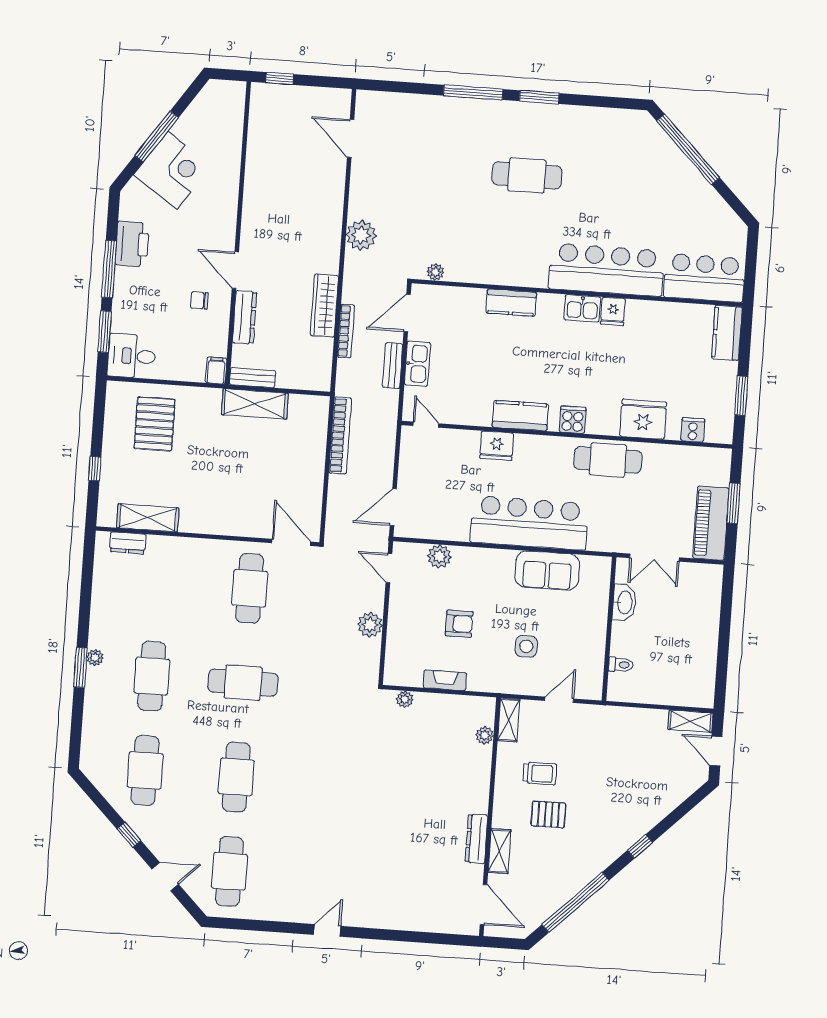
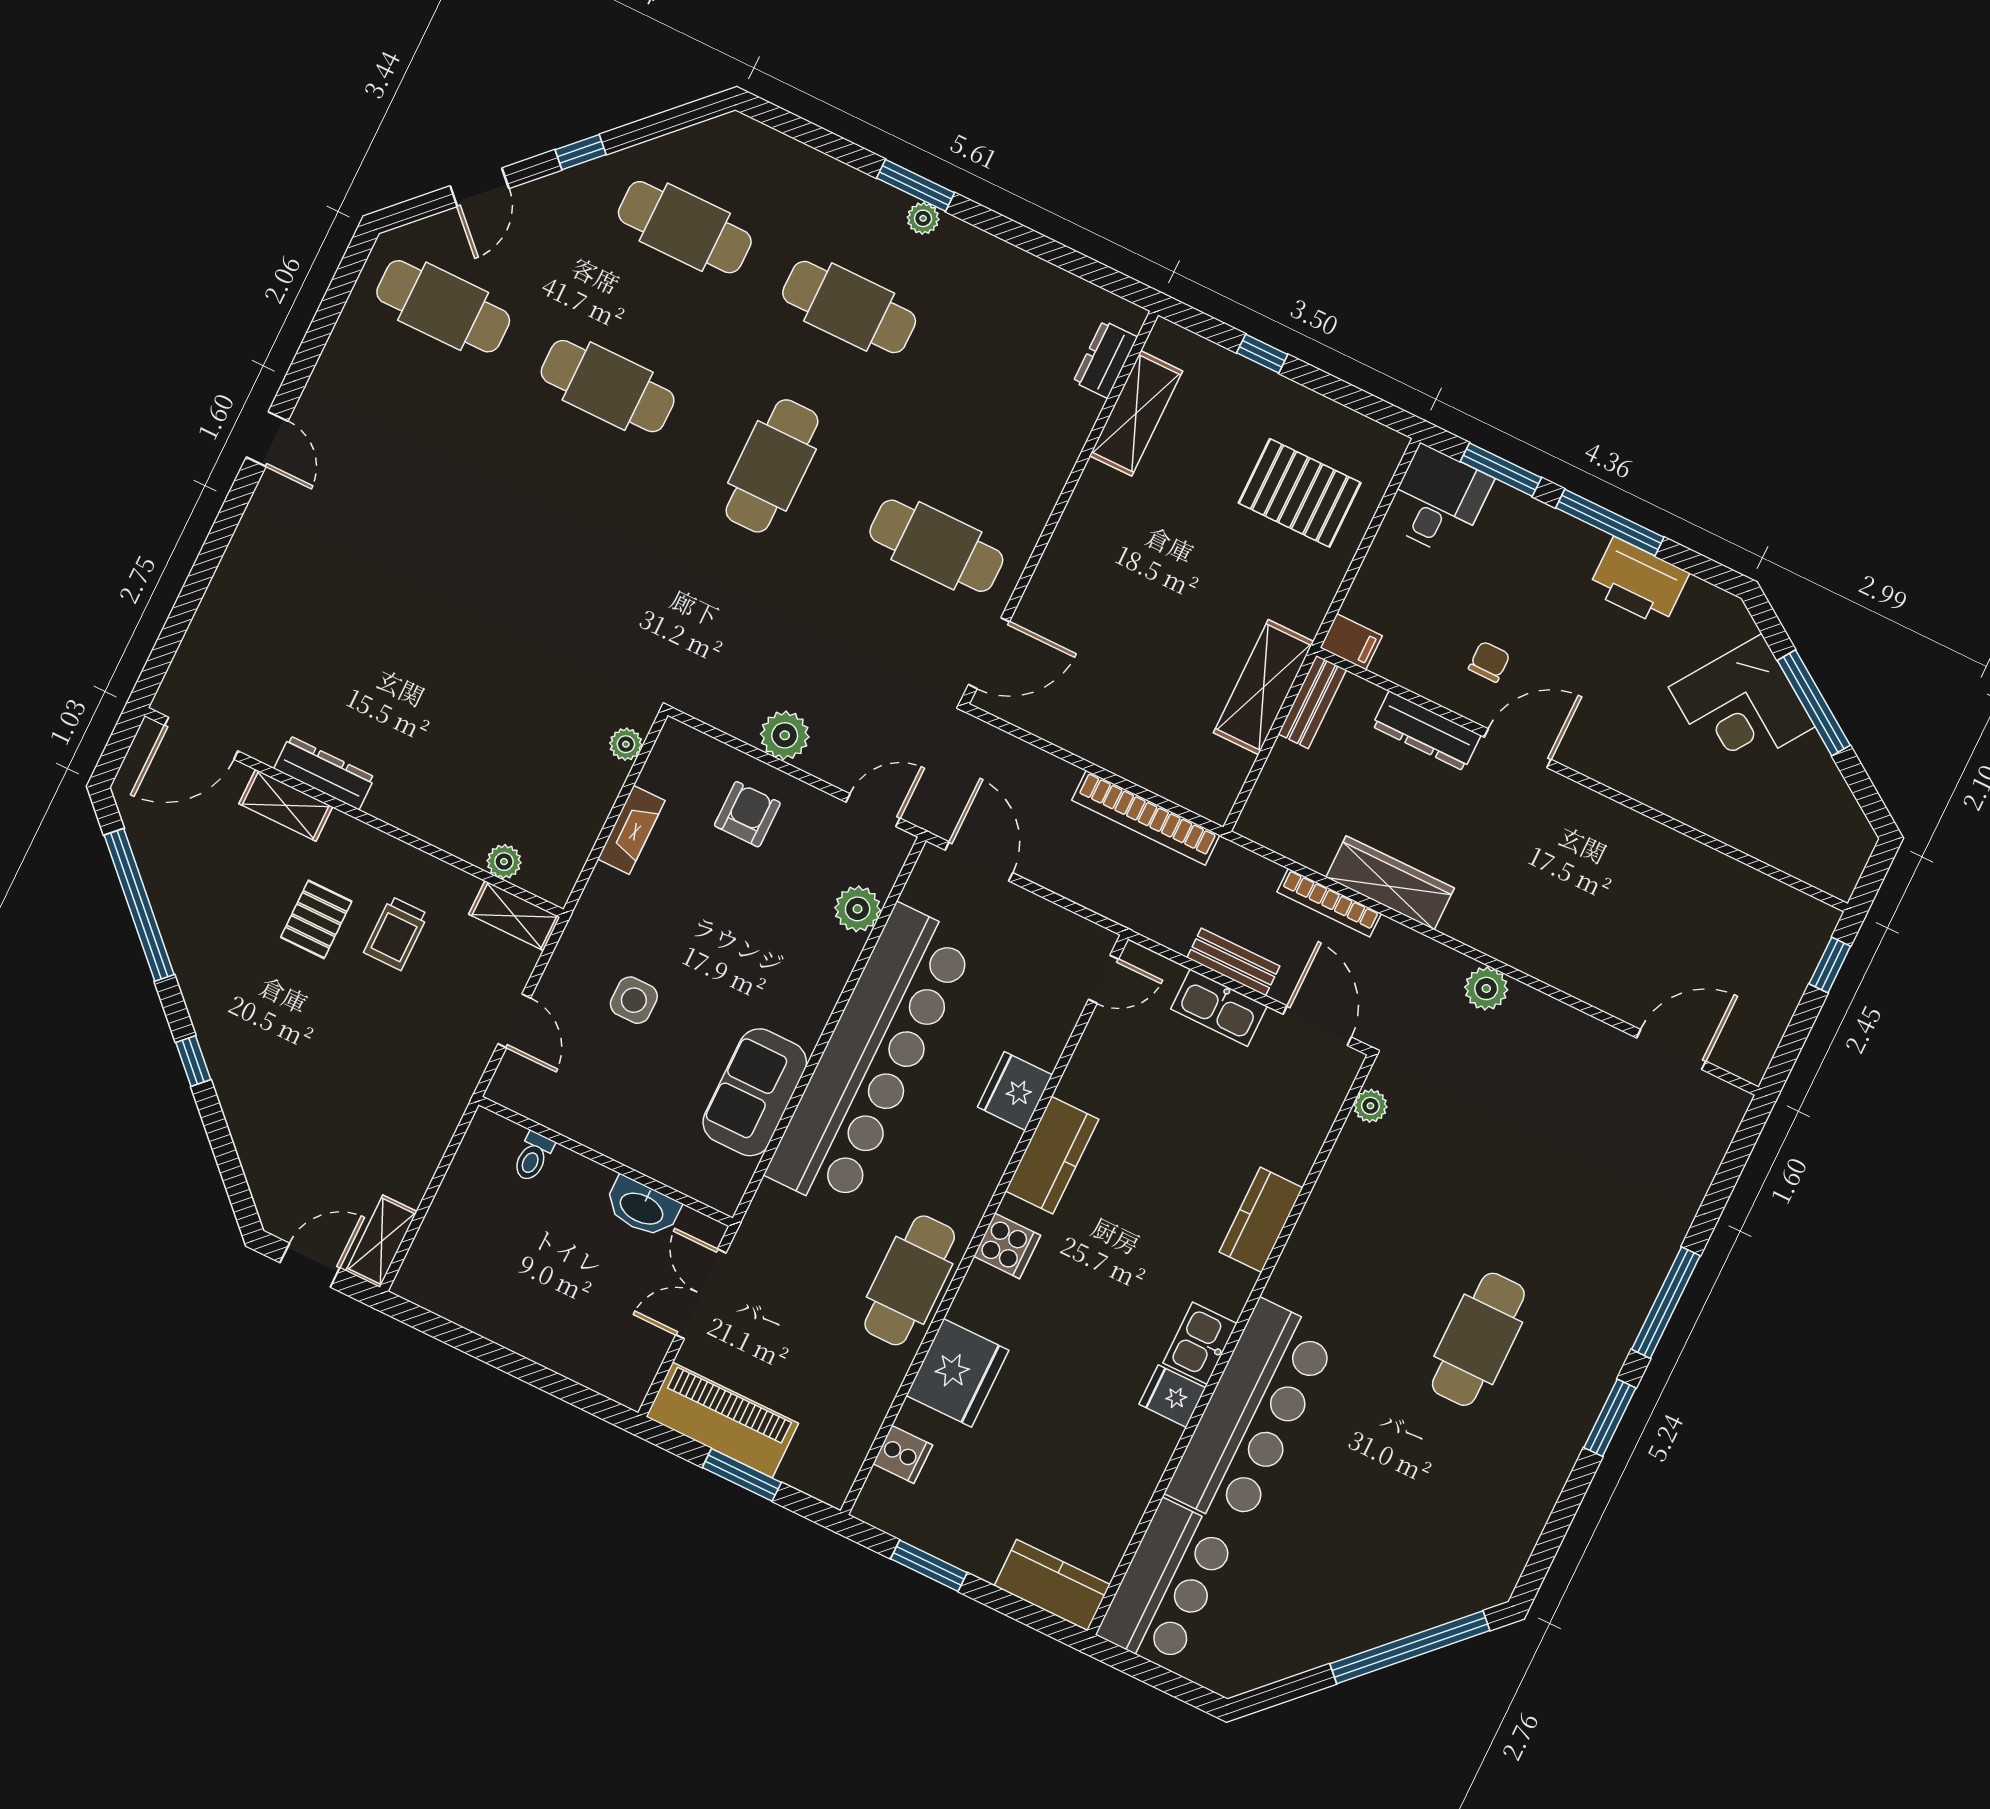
plant: (361, 235) -> (1486, 988), width x0.73, depth x0.73
bar counter: (529, 523) -> (871, 1058), width x1.36
armchair: (459, 624) -> (747, 814), moved, turned 180

